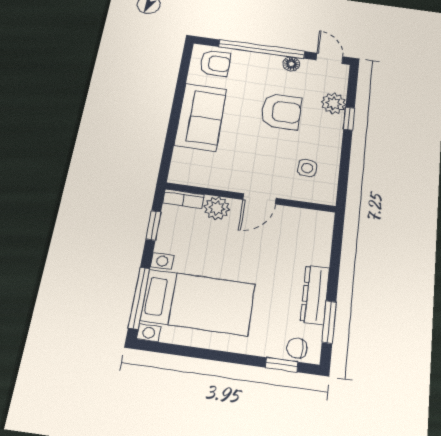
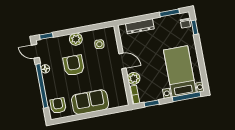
door: (329, 58) -> (35, 51), hinge flipped
plant: (333, 103) -> (76, 39), moved
window: (349, 119) -> (46, 36), moved
dresser: (315, 295) -> (140, 26), moved

